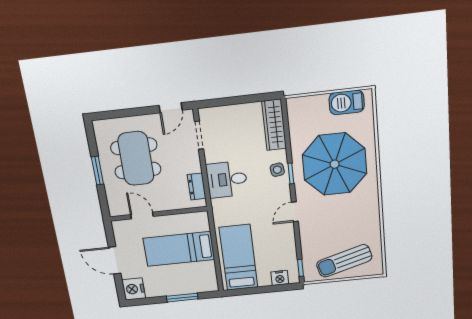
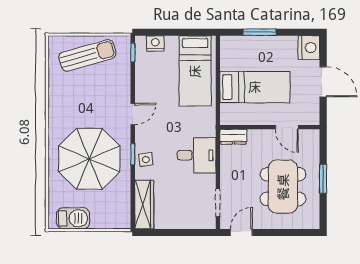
dresser: (197, 187) -> (233, 137), moved, turned 90

